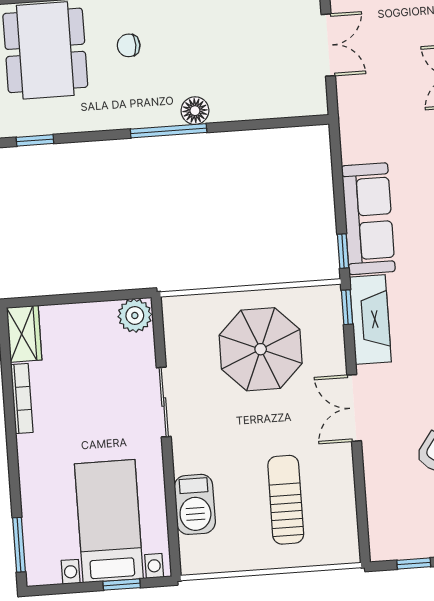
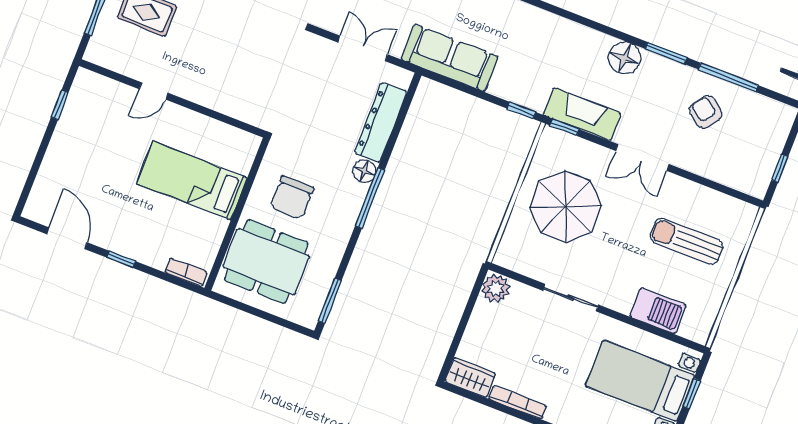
chair: (129, 45) -> (292, 197), width x1.87, depth x1.87
dresser: (257, 104) -> (381, 122), added
window: (35, 140) -> (330, 301), width x1.50
sofa: (368, 219) -> (450, 58), moved

